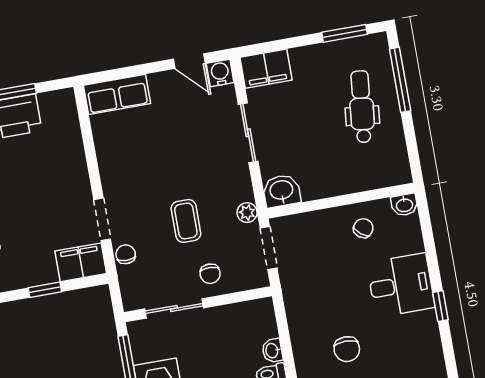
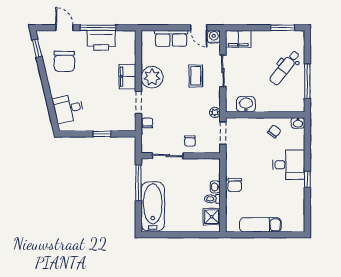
window: (400, 80) -> (307, 81), moved
row of seats: (117, 94) -> (171, 38), moved
dental chair: (362, 107) -> (285, 68), turned -148
plant: (119, 168) -> (152, 77), added
washbasin: (282, 191) -> (246, 104), moved
coffee table: (186, 221) -> (196, 76), moved
filing cabinet: (81, 262) -> (127, 77), moved, turned -90
chair: (347, 349) -> (235, 185), moved

